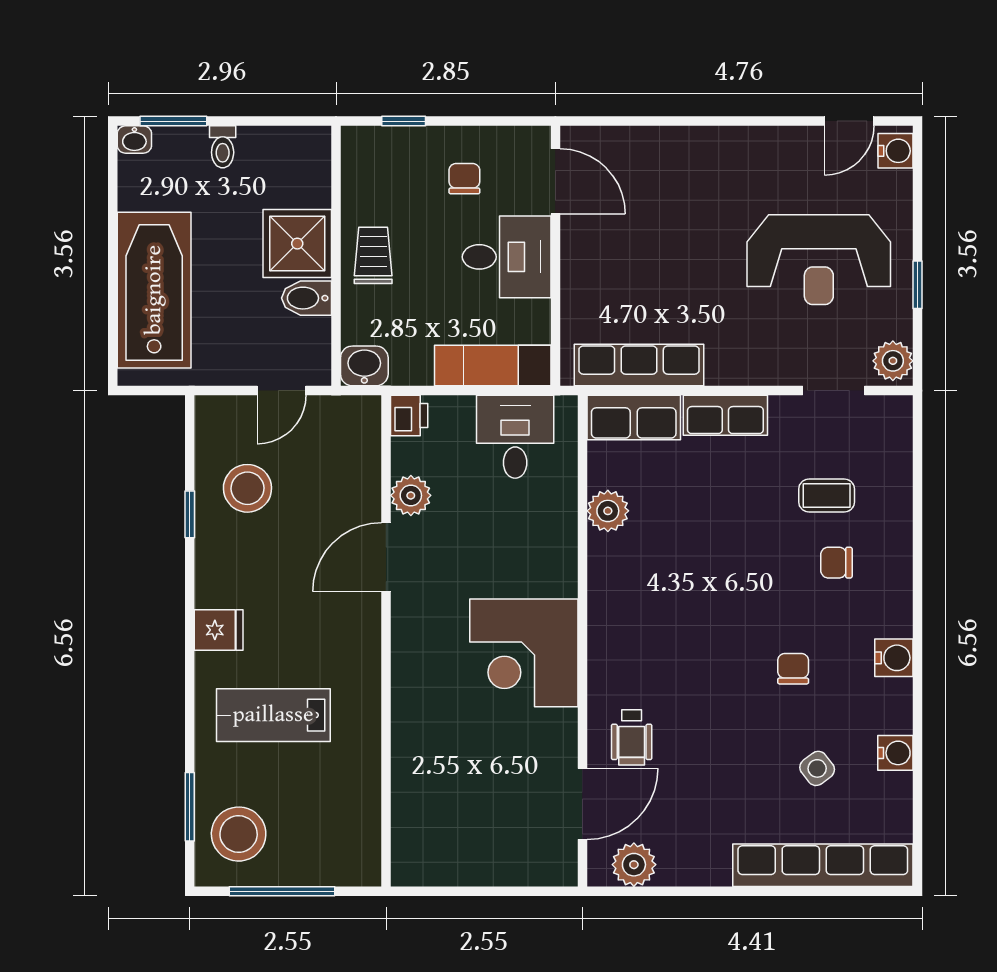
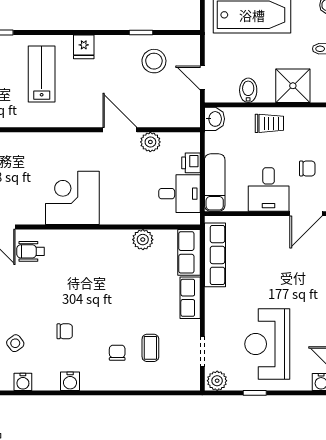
shower: (297, 244) -> (293, 86), moved
printer: (409, 416) -> (191, 163), moved, turned 90

